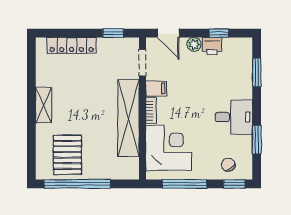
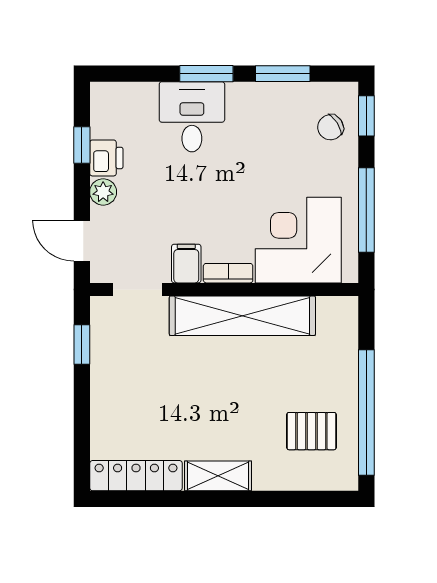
door: (168, 33) -> (82, 241), swing flipped
locker: (72, 45) -> (136, 476), moved, turned -90
window: (257, 72) -> (206, 74), moved
desk: (234, 117) -> (192, 117), moved
pallet: (67, 155) -> (311, 431), width x0.67, depth x0.71

